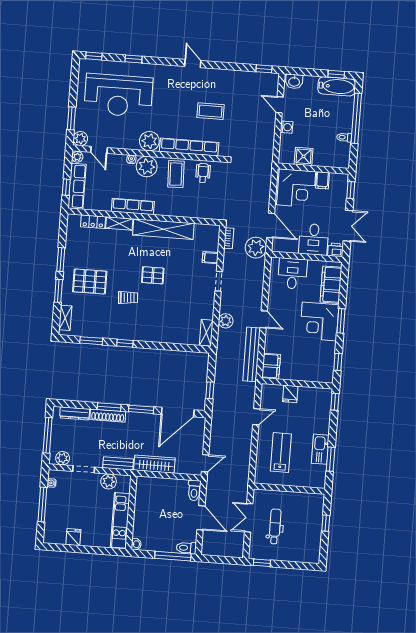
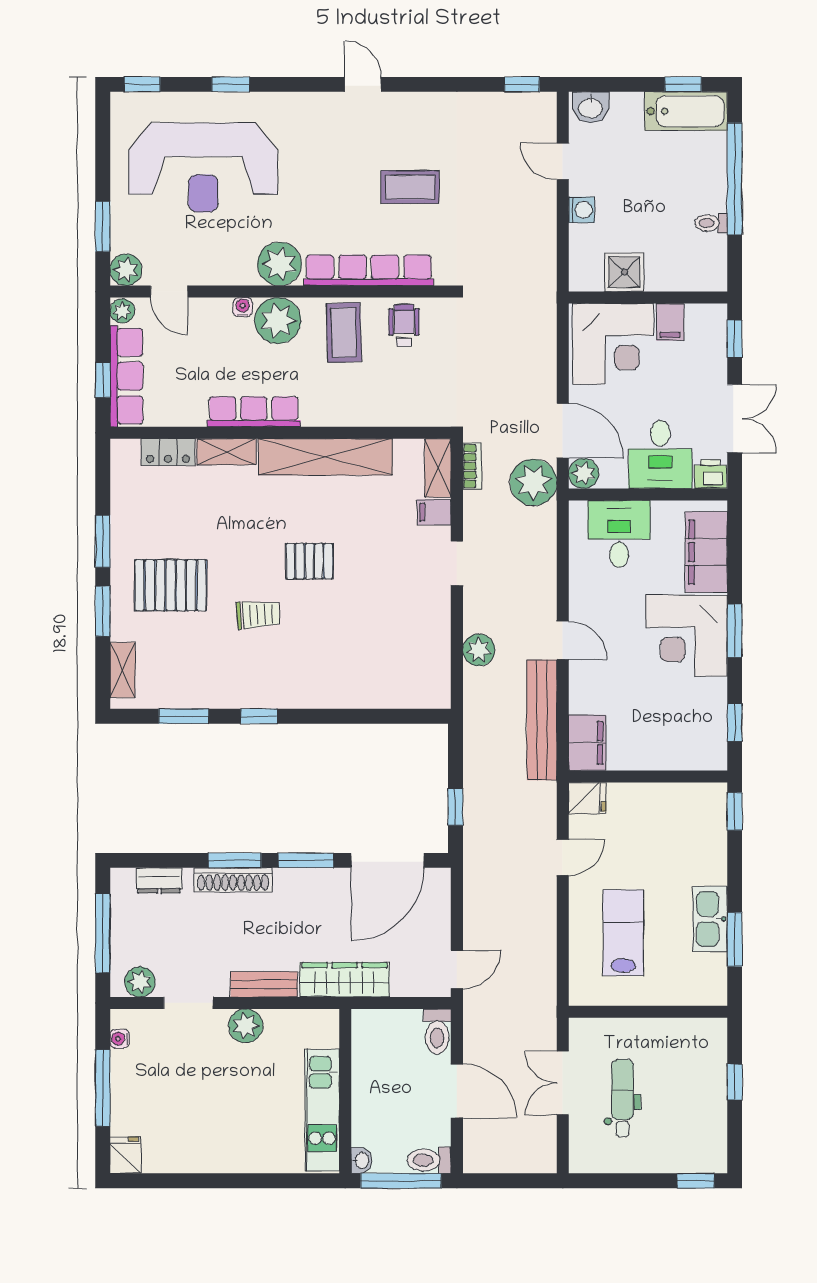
plant: (279, 245) -> (584, 473), added
shelving: (206, 333) -> (438, 468), moved
fridge: (290, 394) -> (587, 798), moved, turned -90
dresser: (75, 413) -> (159, 880), width x0.70
wall: (131, 513) -> (345, 1091), moved
kitchen unit: (120, 520) -> (322, 1110), moved
fridge: (73, 537) -> (125, 1155), moved
washbasin: (136, 544) -> (362, 1160), moved
window: (262, 563) -> (696, 1181), moved

